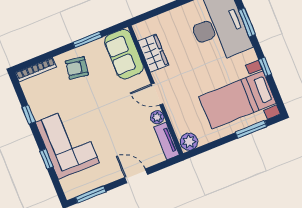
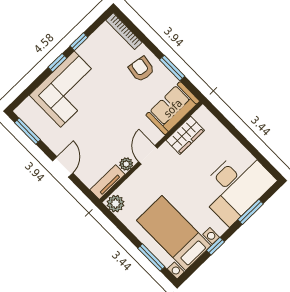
window: (46, 159) -> (57, 63), moved

